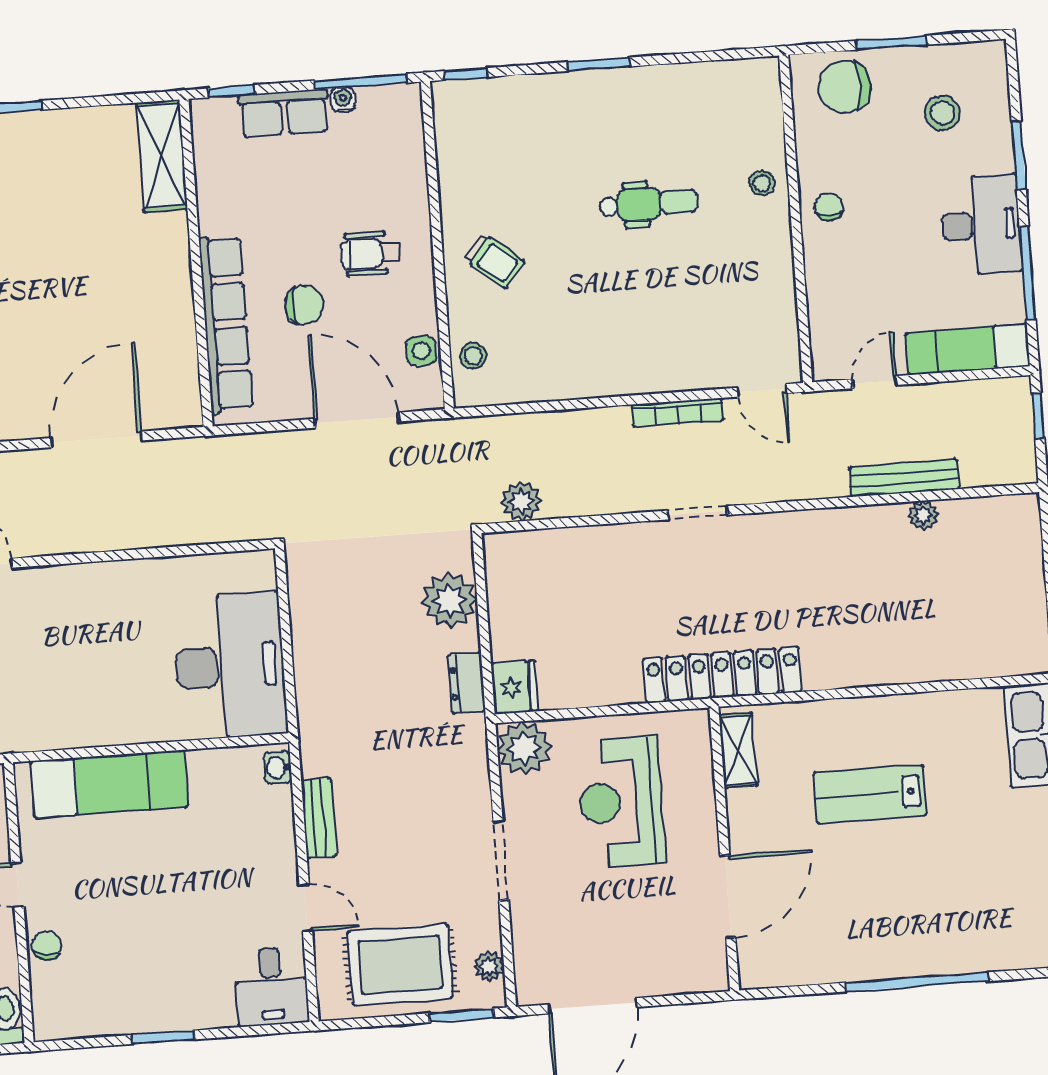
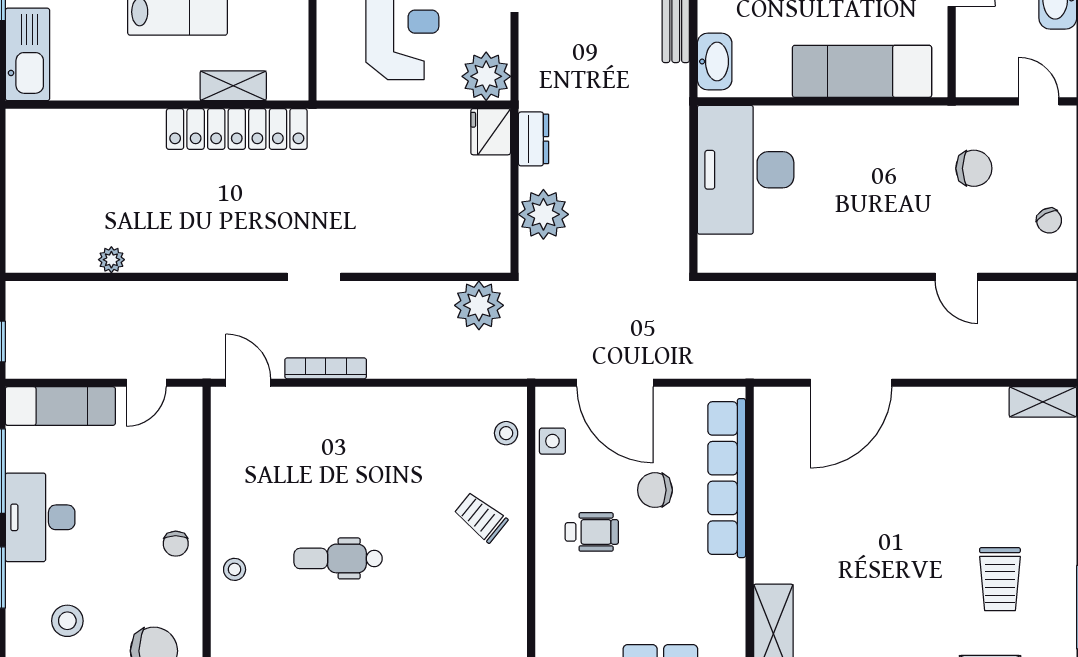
bench: (904, 478) -> (126, 295), removed
plant: (521, 501) -> (479, 305), width x1.36, depth x1.36
locker: (722, 675) -> (237, 129), moved
shelving: (738, 750) -> (233, 86), moved, turned 90
washbasin: (278, 768) -> (715, 61), width x1.91, depth x1.45

